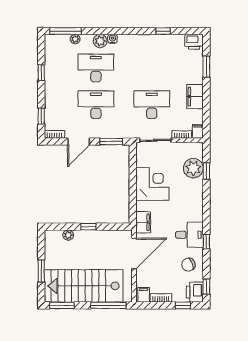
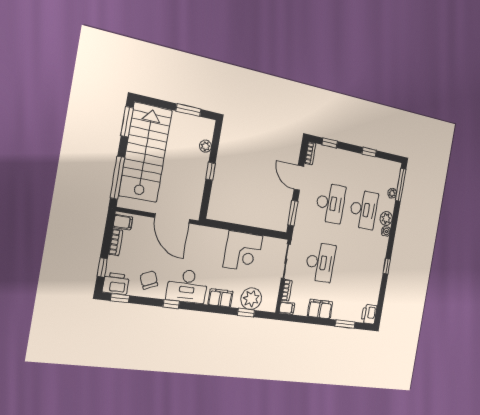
window: (163, 31) -> (387, 266), moved
filing cabinet: (143, 222) -> (220, 298), moved, turned 180
desk: (189, 235) -> (187, 286), width x1.37
window: (41, 271) -> (189, 110), moved

